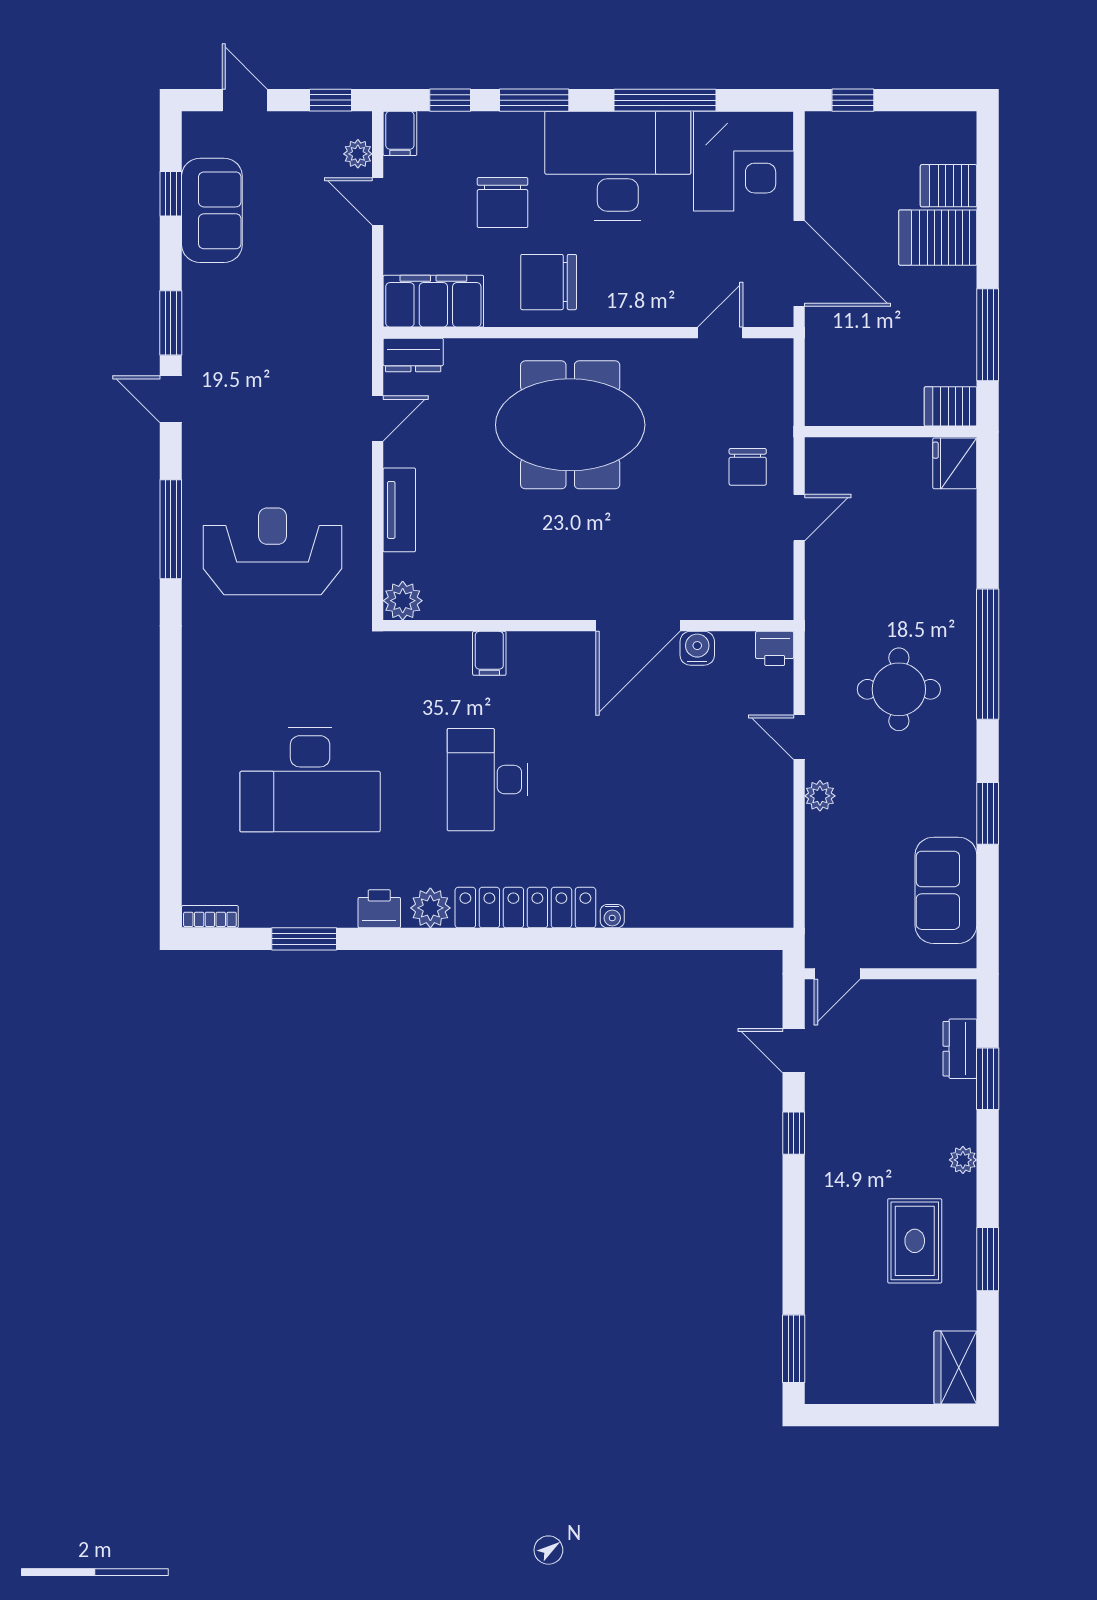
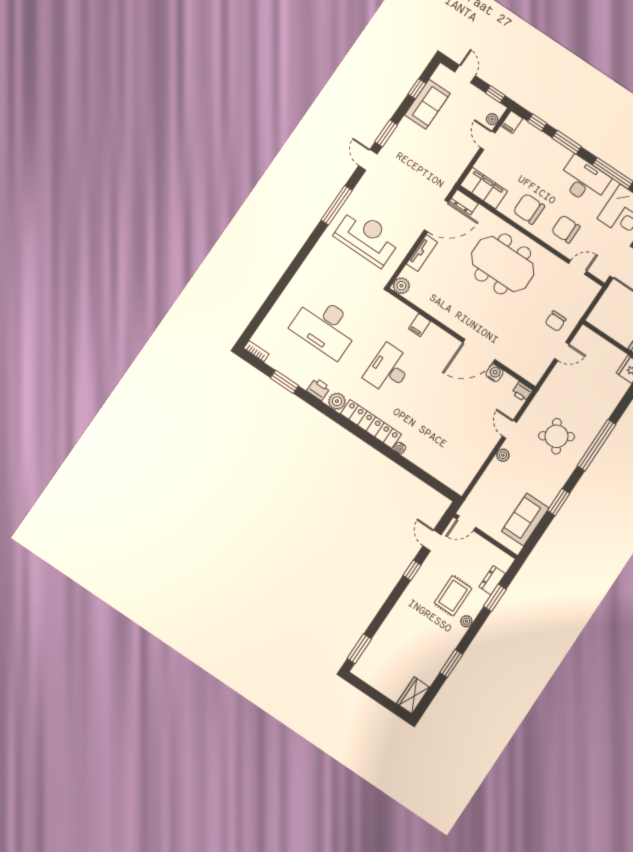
desk: (618, 166) -> (584, 180), width x0.73, depth x0.77
chair: (503, 203) -> (566, 229), moved, turned 90
door: (378, 419) -> (436, 216), width x1.88
round table: (899, 689) -> (556, 436), turned -32
rug: (915, 1241) -> (453, 596), moved

